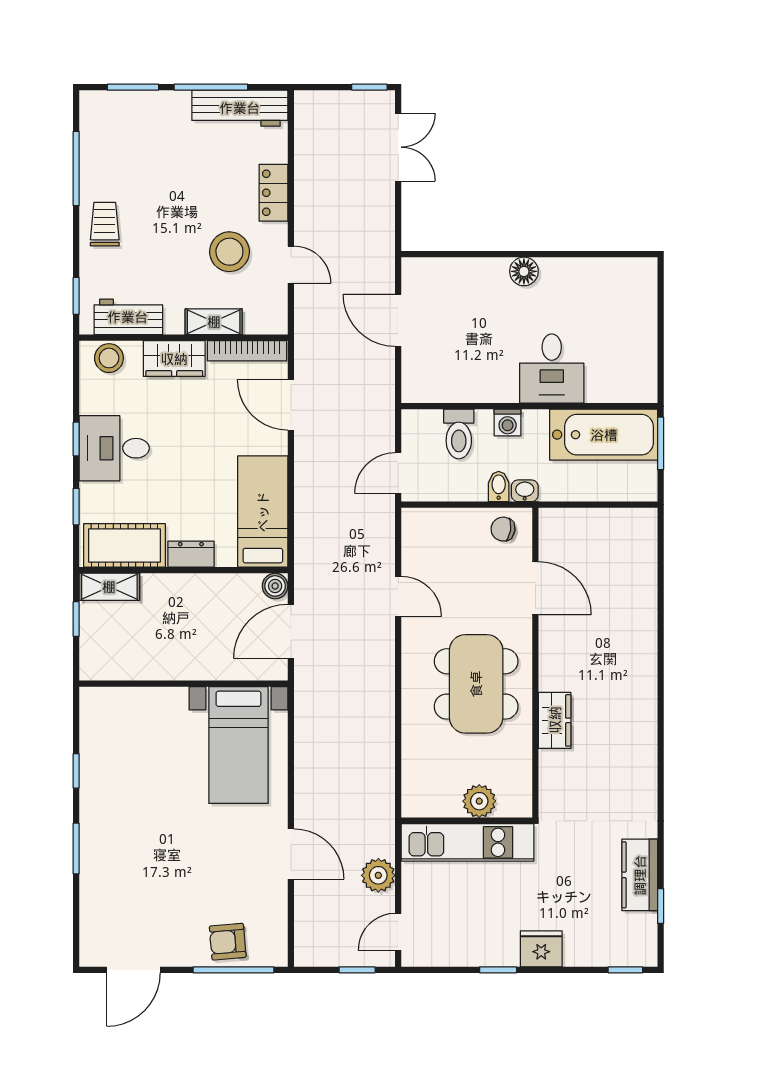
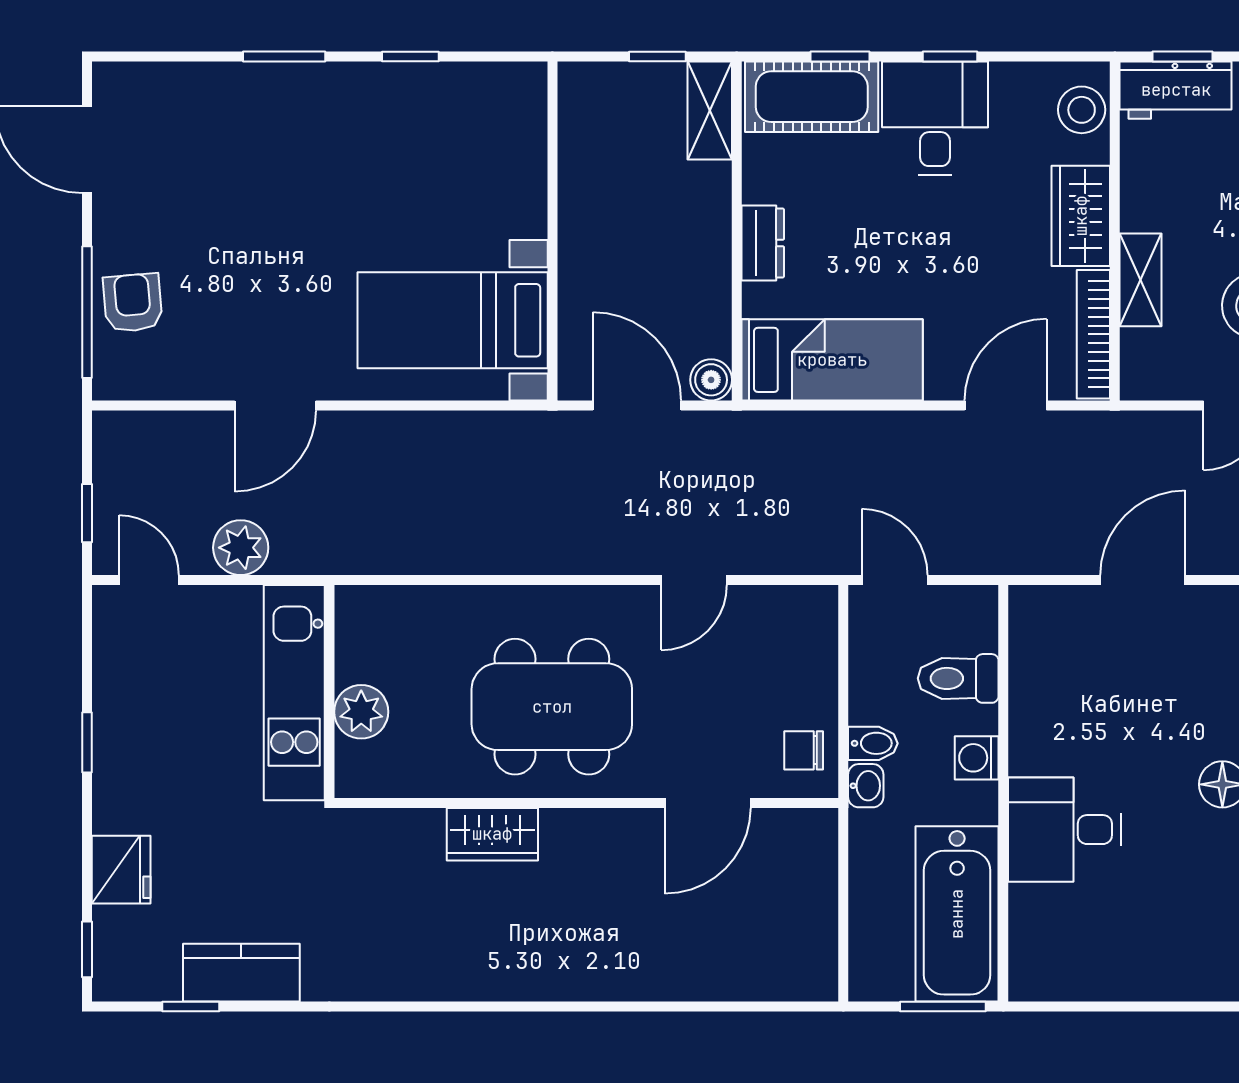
workbench: (128, 317) -> (1176, 90), moved, turned 90
chair: (503, 529) -> (804, 750), turned -98
cot: (124, 545) -> (812, 97), moved, turned 90
fridge: (541, 949) -> (121, 870), moved

